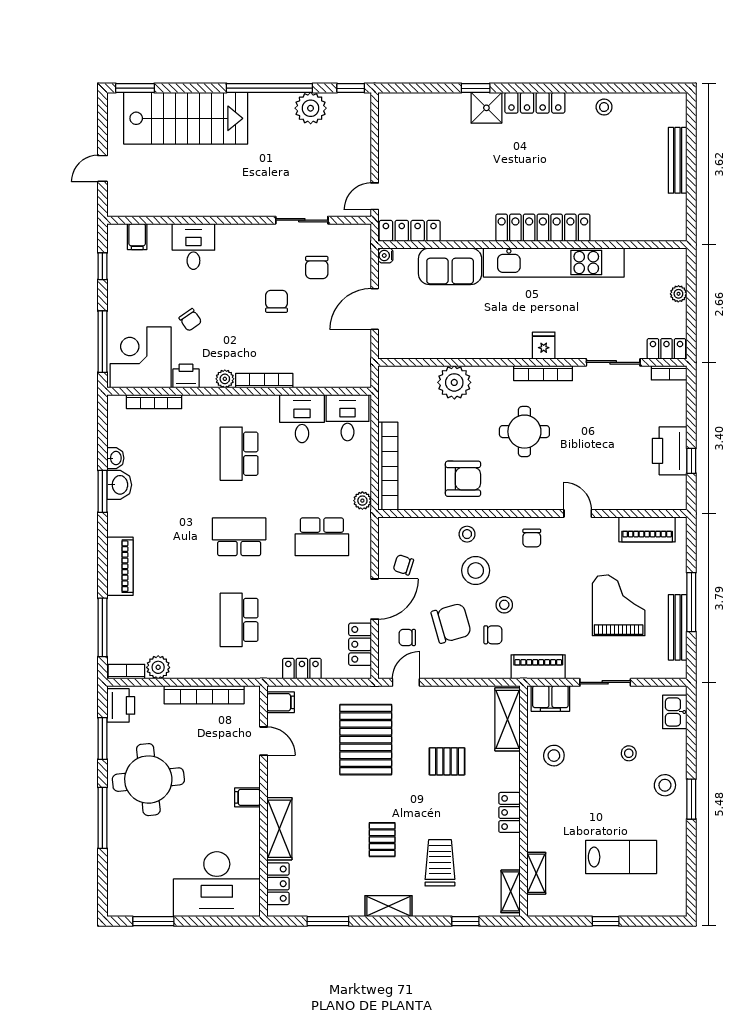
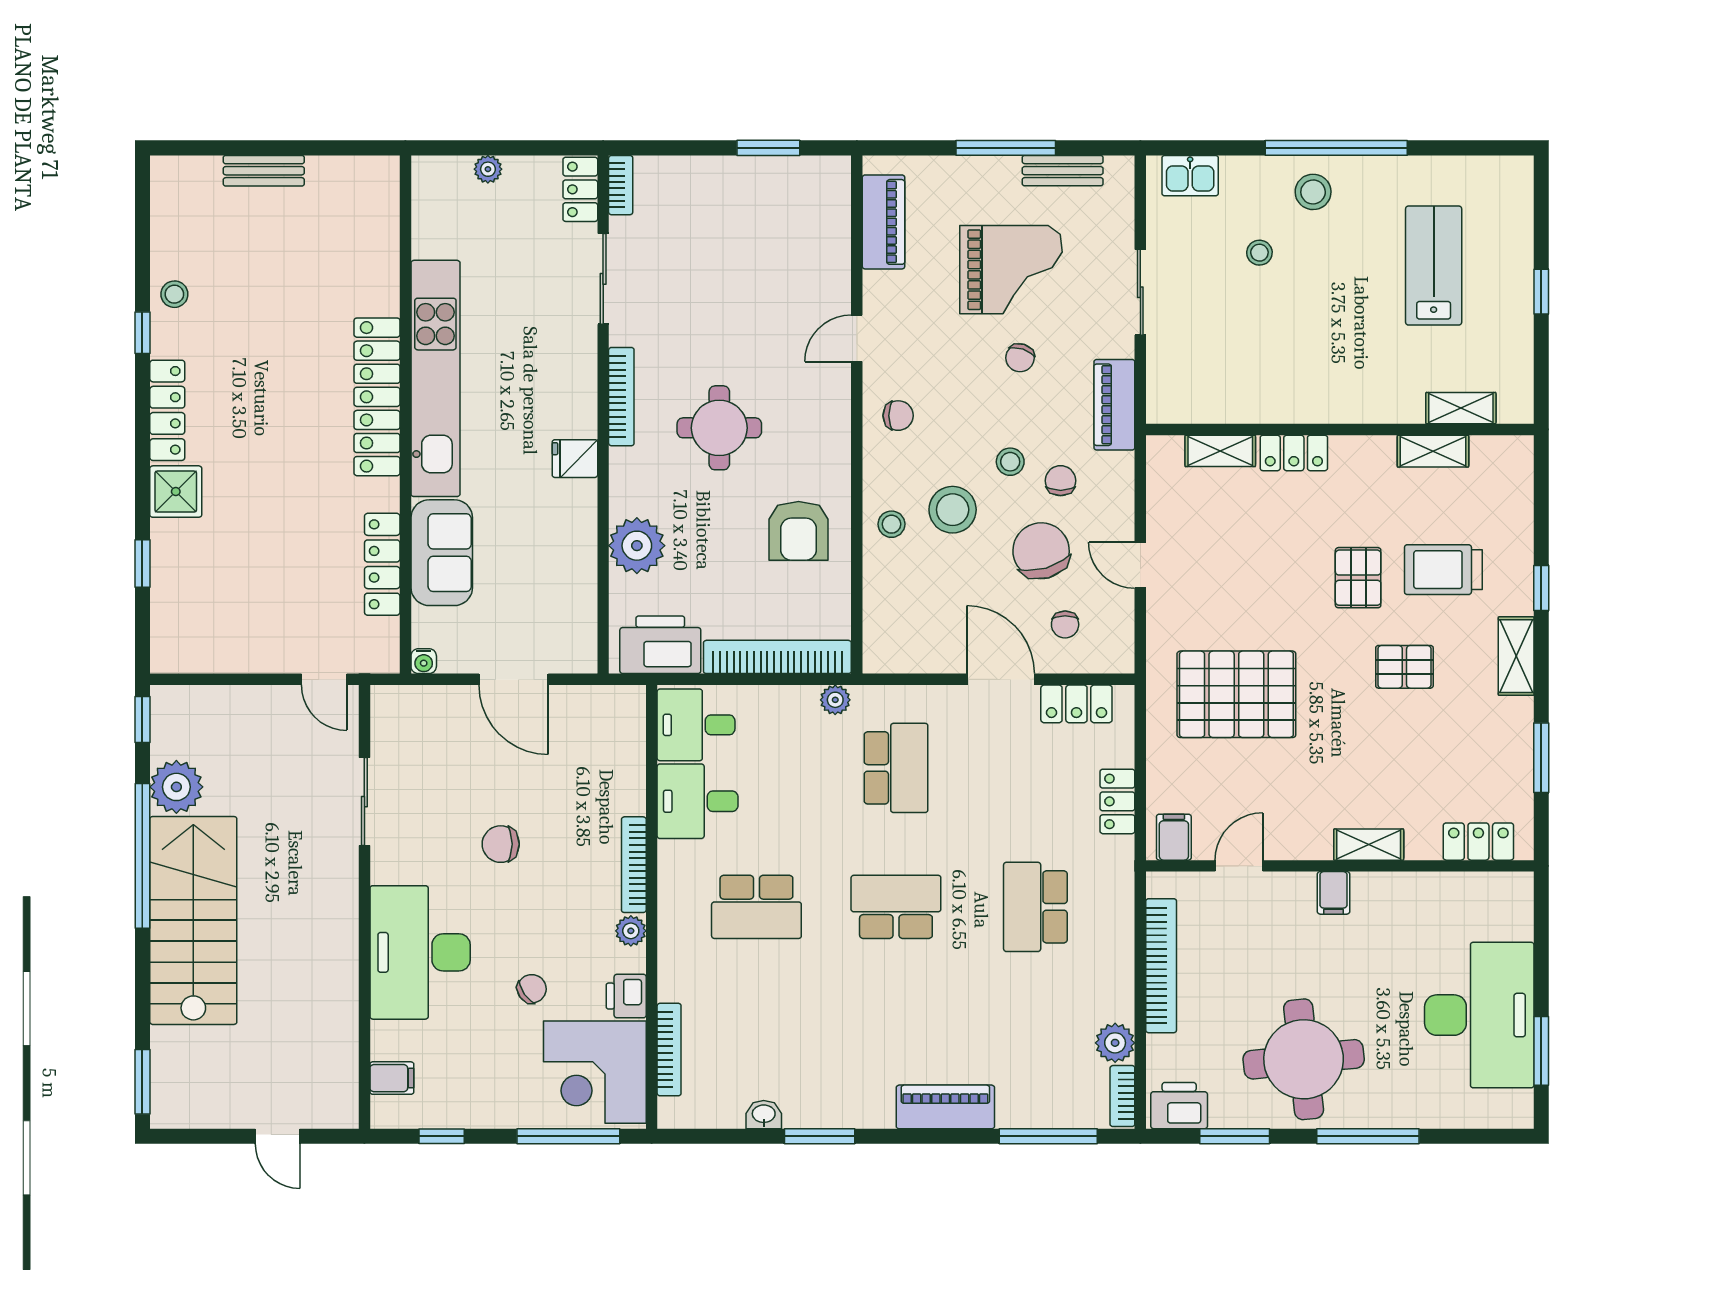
window: (476, 88) -> (142, 564), moved
window: (581, 88) -> (142, 333), added
stairs: (186, 118) -> (193, 920), moved
bench: (678, 160) -> (264, 171), width x0.73
locker: (410, 231) -> (382, 564), moved
desk: (193, 246) -> (420, 952), width x1.87, depth x1.30
chair: (317, 268) -> (444, 776), removed
fridge: (544, 346) -> (575, 459), moved
printer: (670, 451) -> (660, 645), moved, turned 180
window: (691, 461) -> (768, 148), width x1.50
armchair: (463, 479) -> (799, 531), turned 180
washbasin: (119, 485) -> (809, 1108), removed
school desk: (239, 537) -> (896, 907), turned 90
chair: (403, 565) -> (1020, 358), moved
grand piano: (619, 605) -> (1011, 270), turned 180
school desk: (239, 620) -> (1035, 907), turned 90
bench: (678, 627) -> (1063, 171), width x0.73
door: (406, 682) -> (1140, 565), moved
filing cabinet: (550, 698) -> (1167, 384), removed
shelving: (508, 719) -> (1220, 451), width x0.67, depth x0.75
stool: (554, 756) -> (1263, 378), removed
pallet: (447, 761) -> (1358, 578), moved
window: (691, 799) -> (1336, 148), width x2.11
locker: (509, 812) -> (1294, 453), moved
shelving: (279, 829) -> (1369, 845), width x0.67, depth x0.75
desk: (217, 884) -> (1479, 1015), moved
shelving: (511, 891) -> (1433, 451), moved
window: (465, 921) -> (1541, 588), moved

